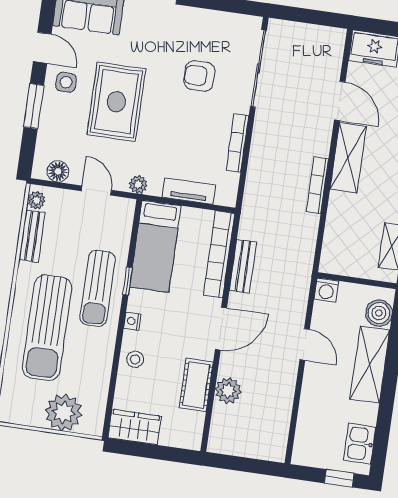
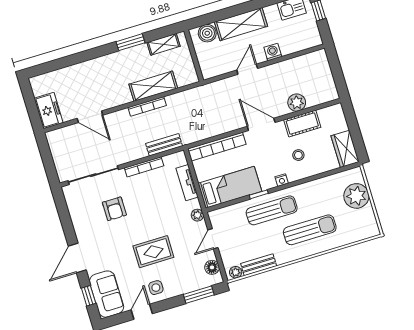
door: (340, 101) -> (90, 117), swing flipped
rug: (116, 102) -> (153, 252), width x0.73, depth x0.70
window: (34, 106) -> (199, 295), moved
shelving: (348, 158) -> (153, 86), moved
bench: (243, 266) -> (164, 145), moved
washing machine: (326, 290) -> (273, 52), moved, turned -90
sun lounger: (47, 328) -> (310, 230), width x0.73, depth x0.75
stool: (135, 359) -> (298, 155), moved

